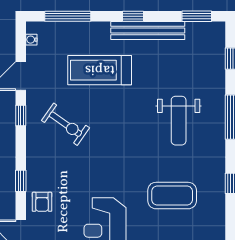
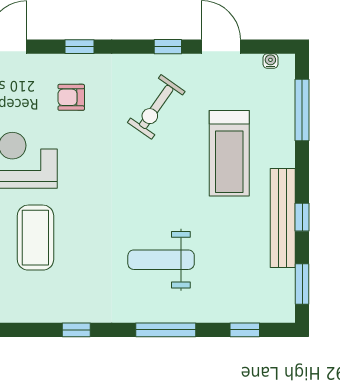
window: (133, 16) -> (302, 217), moved
treadmill: (100, 70) -> (229, 153), turned 180
coffee table: (172, 196) -> (35, 238), moved
armchair: (42, 202) -> (71, 97), moved

